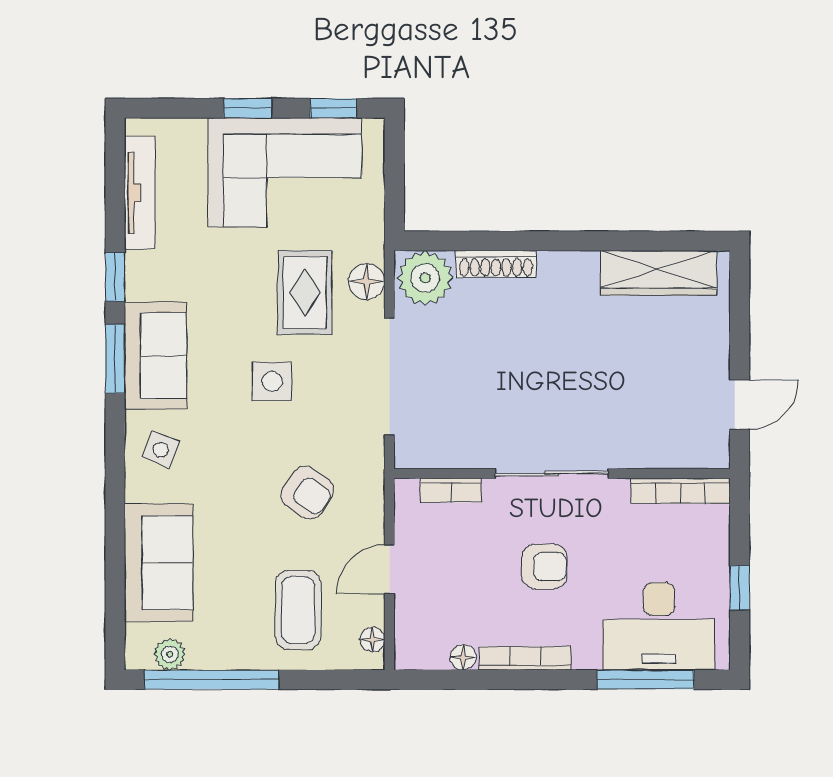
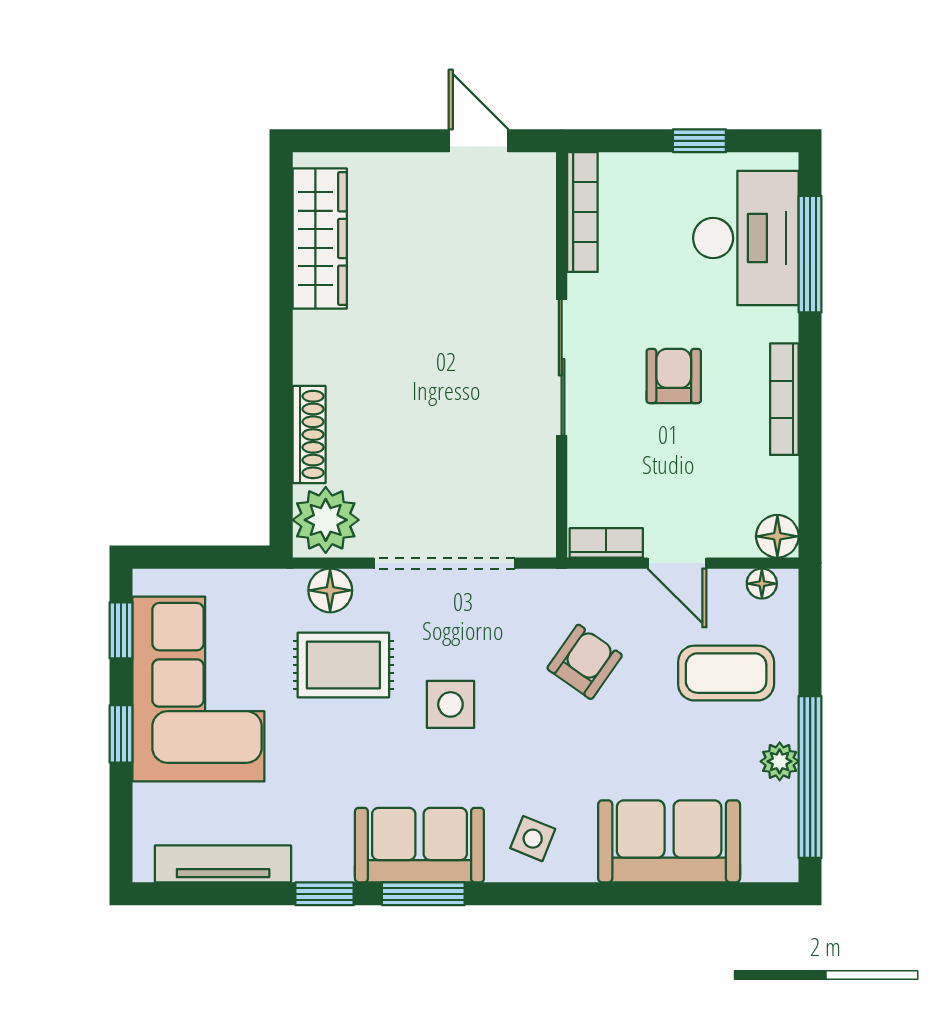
bookcase: (451, 490) -> (606, 543), moved, turned -90
plant: (170, 654) -> (780, 761), moved
floor lamp: (463, 657) -> (777, 536), moved, width x1.37, depth x1.37

